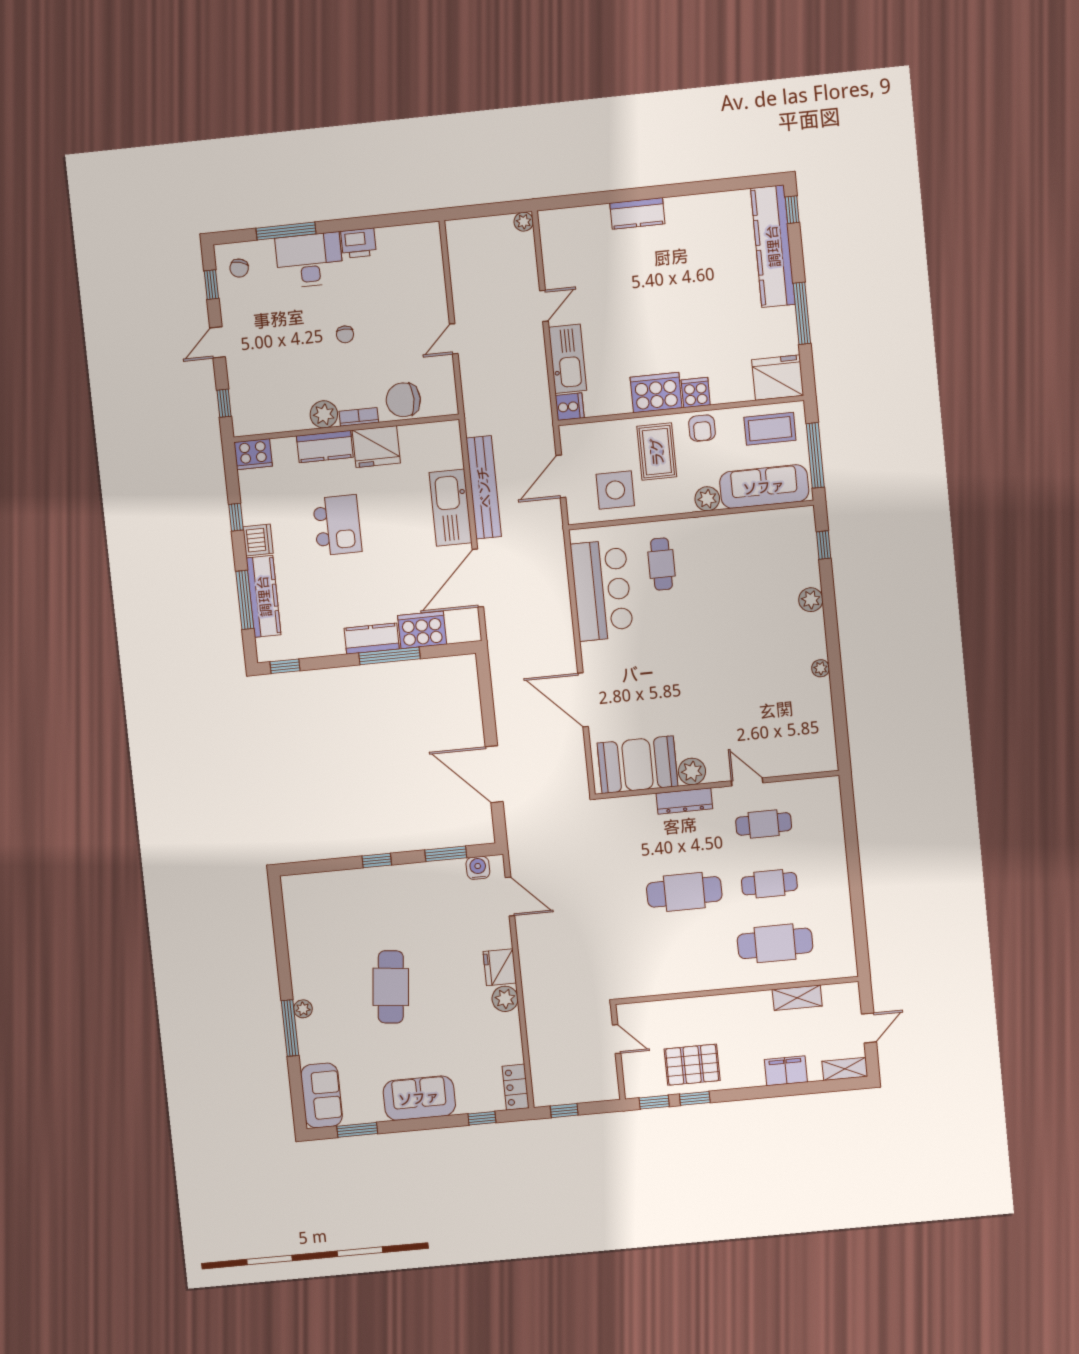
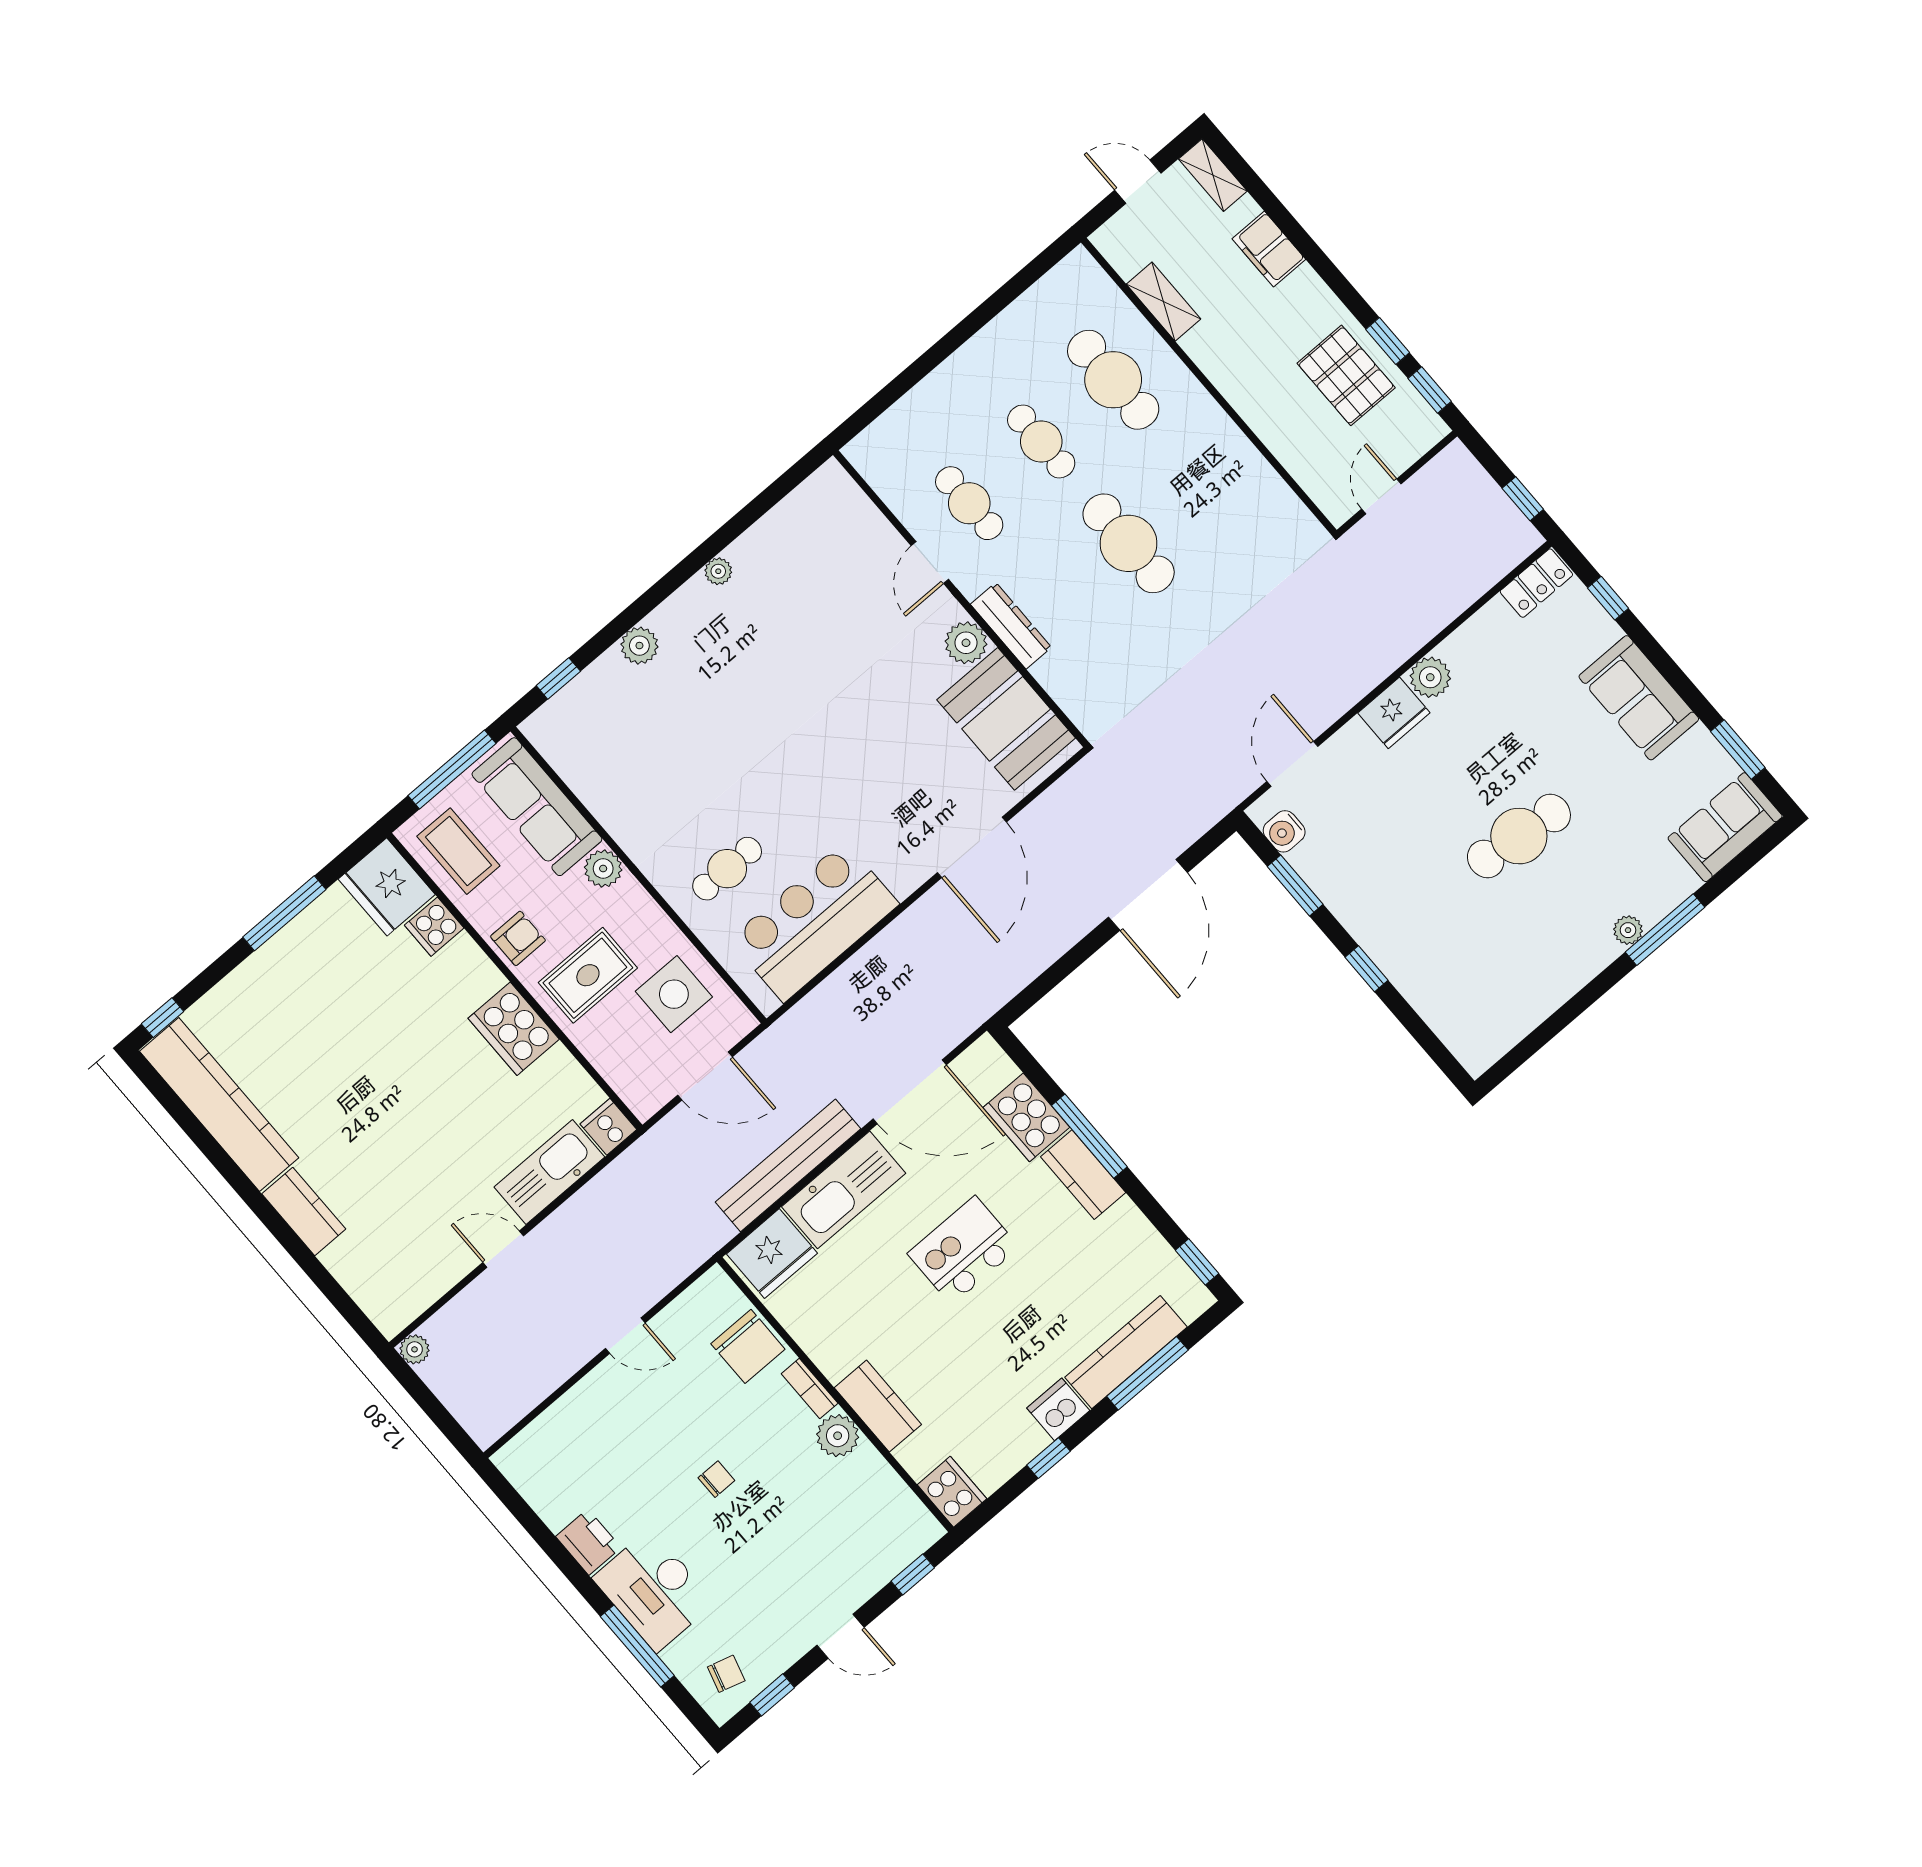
kitchen counter: (773, 246) -> (219, 1104), moved, turned -90
cooker: (696, 392) -> (434, 927), moved
fridge: (376, 447) -> (772, 1254), moved, turned 90
kitchen island: (337, 525) -> (963, 1250), moved

